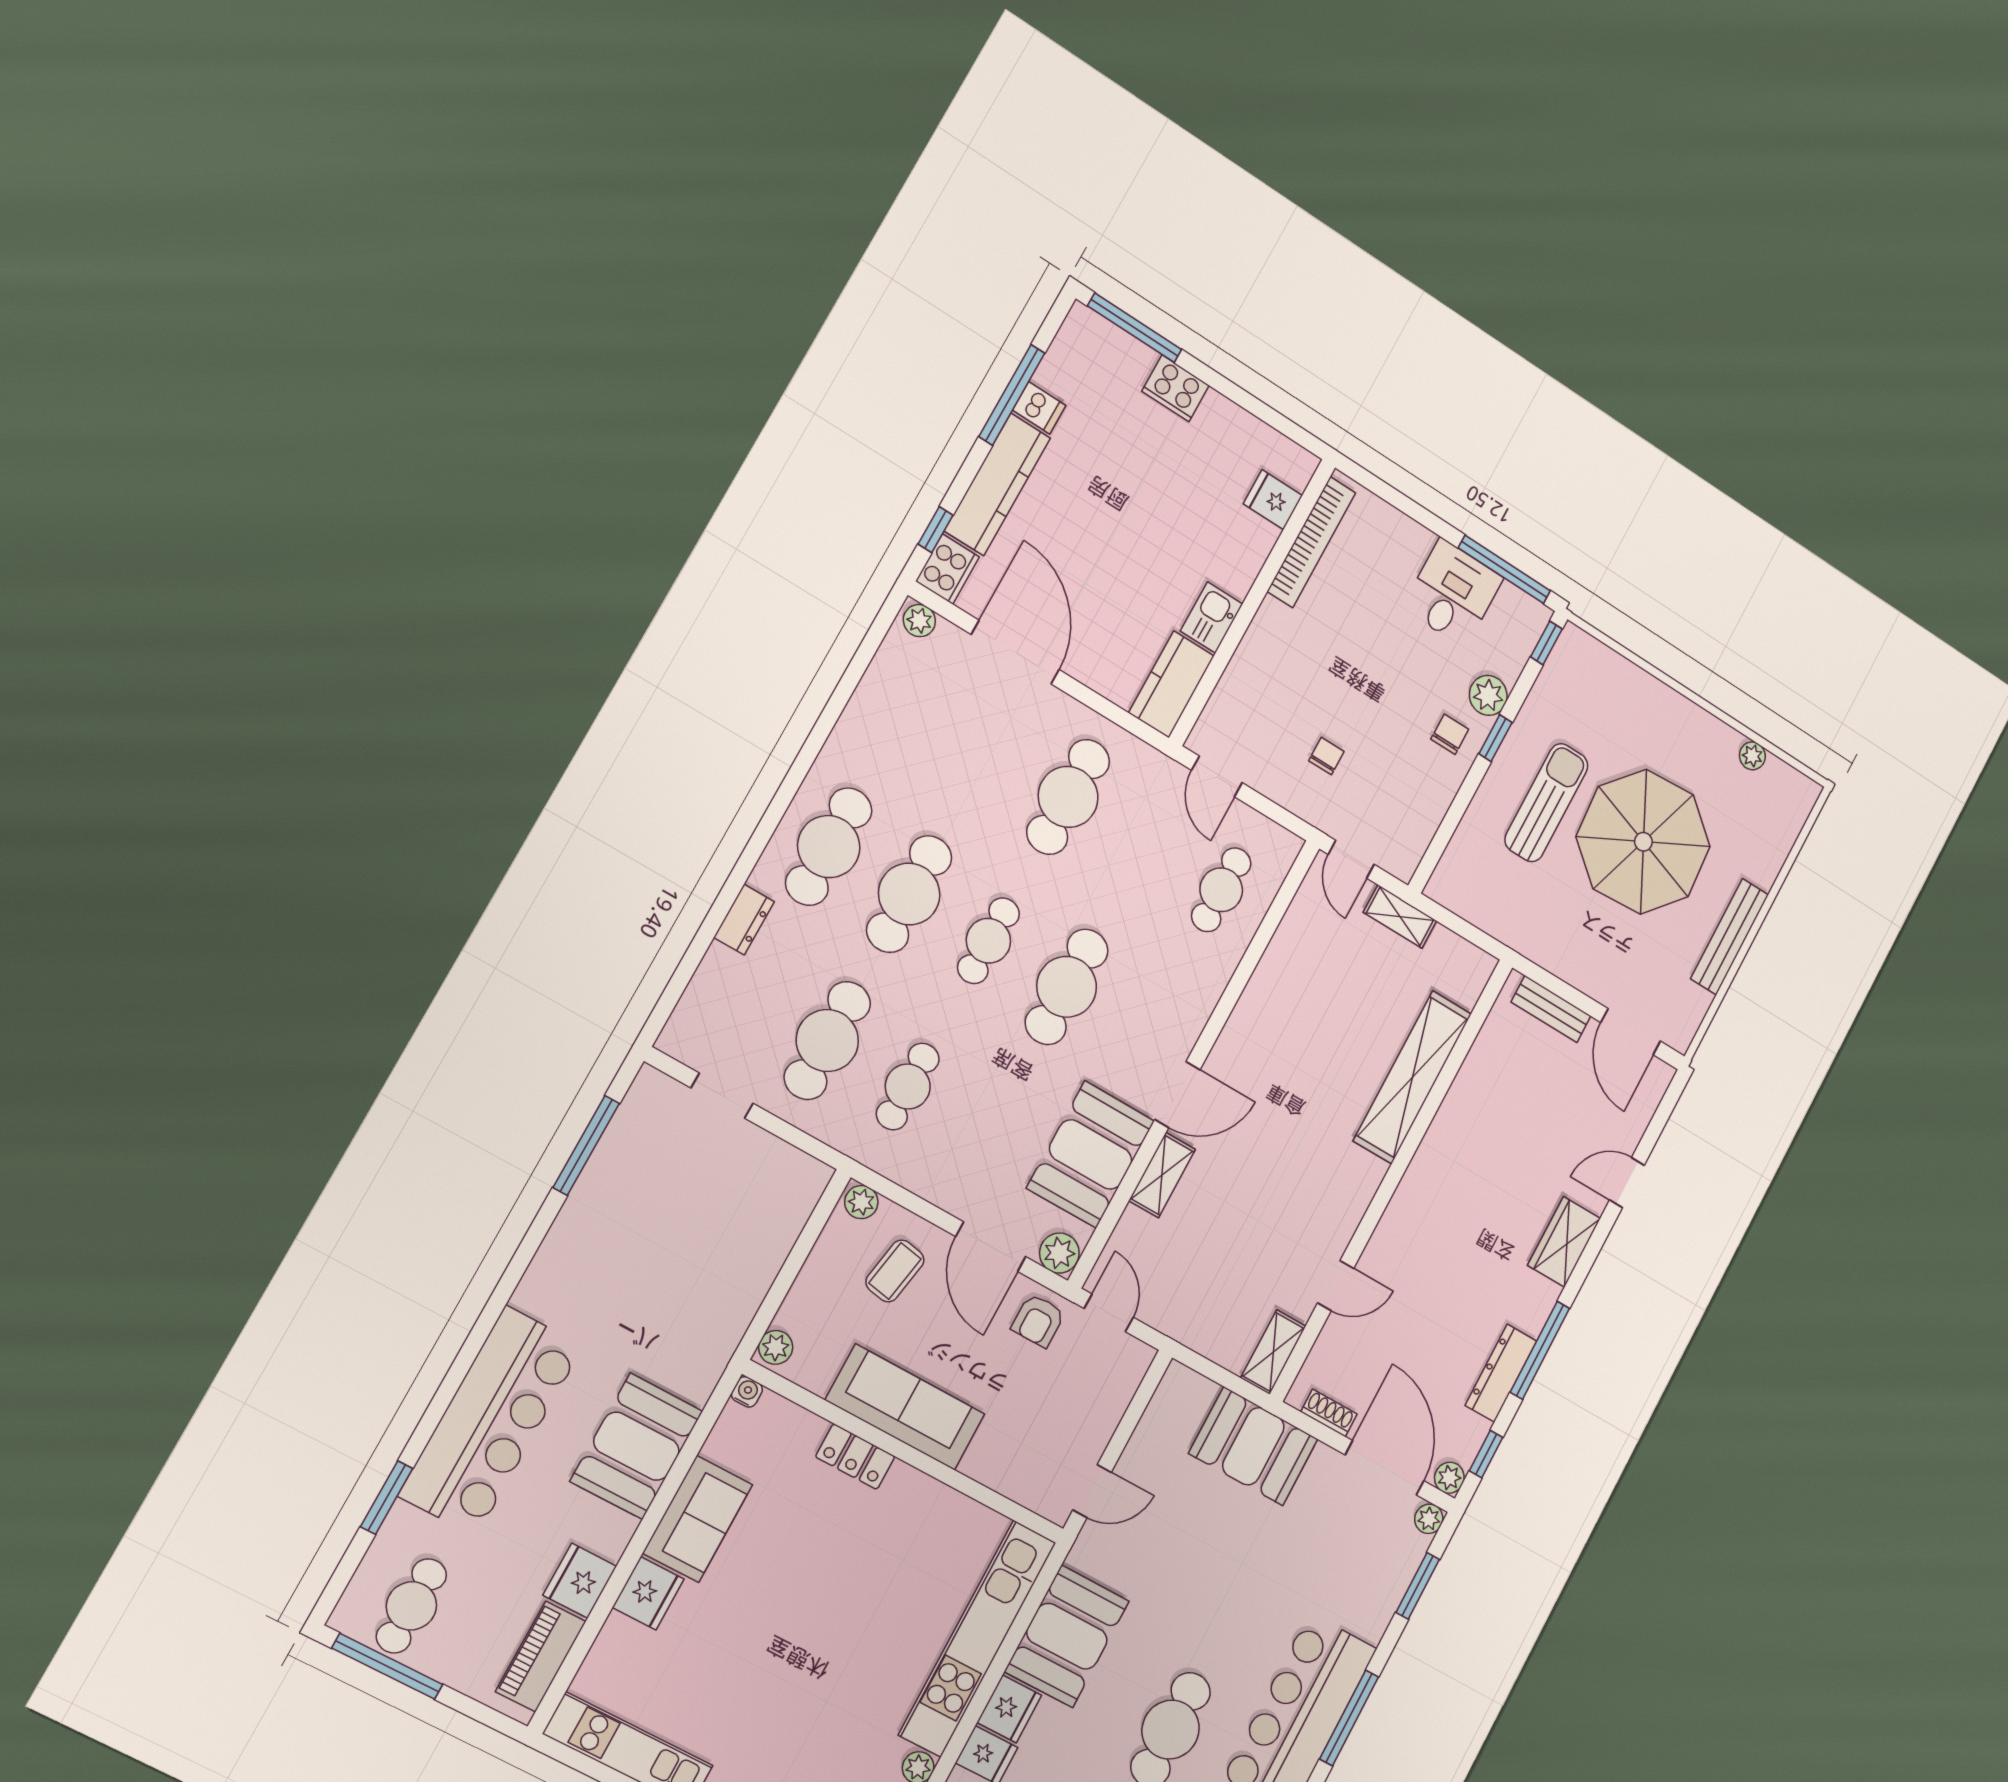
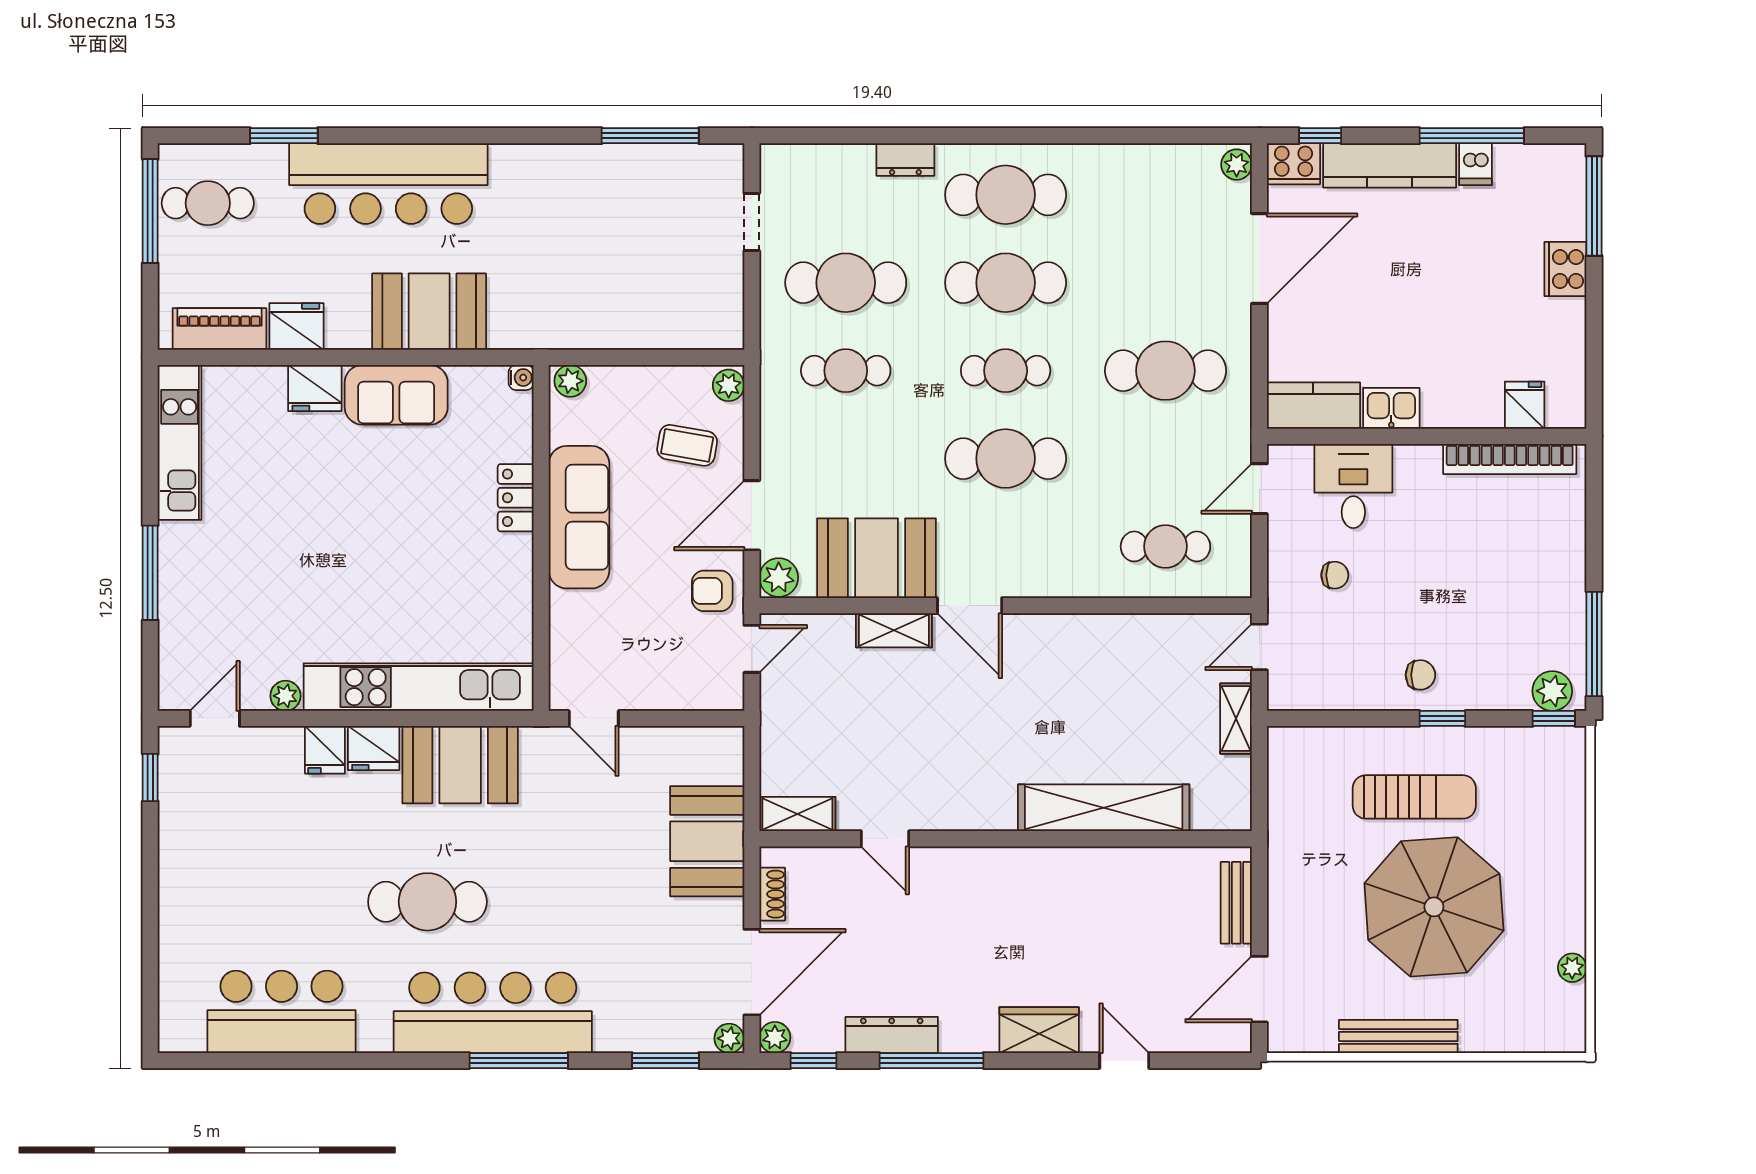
desk: (1453, 593) -> (1353, 486), moved, turned -90
plant: (1488, 695) -> (1552, 691), moved

